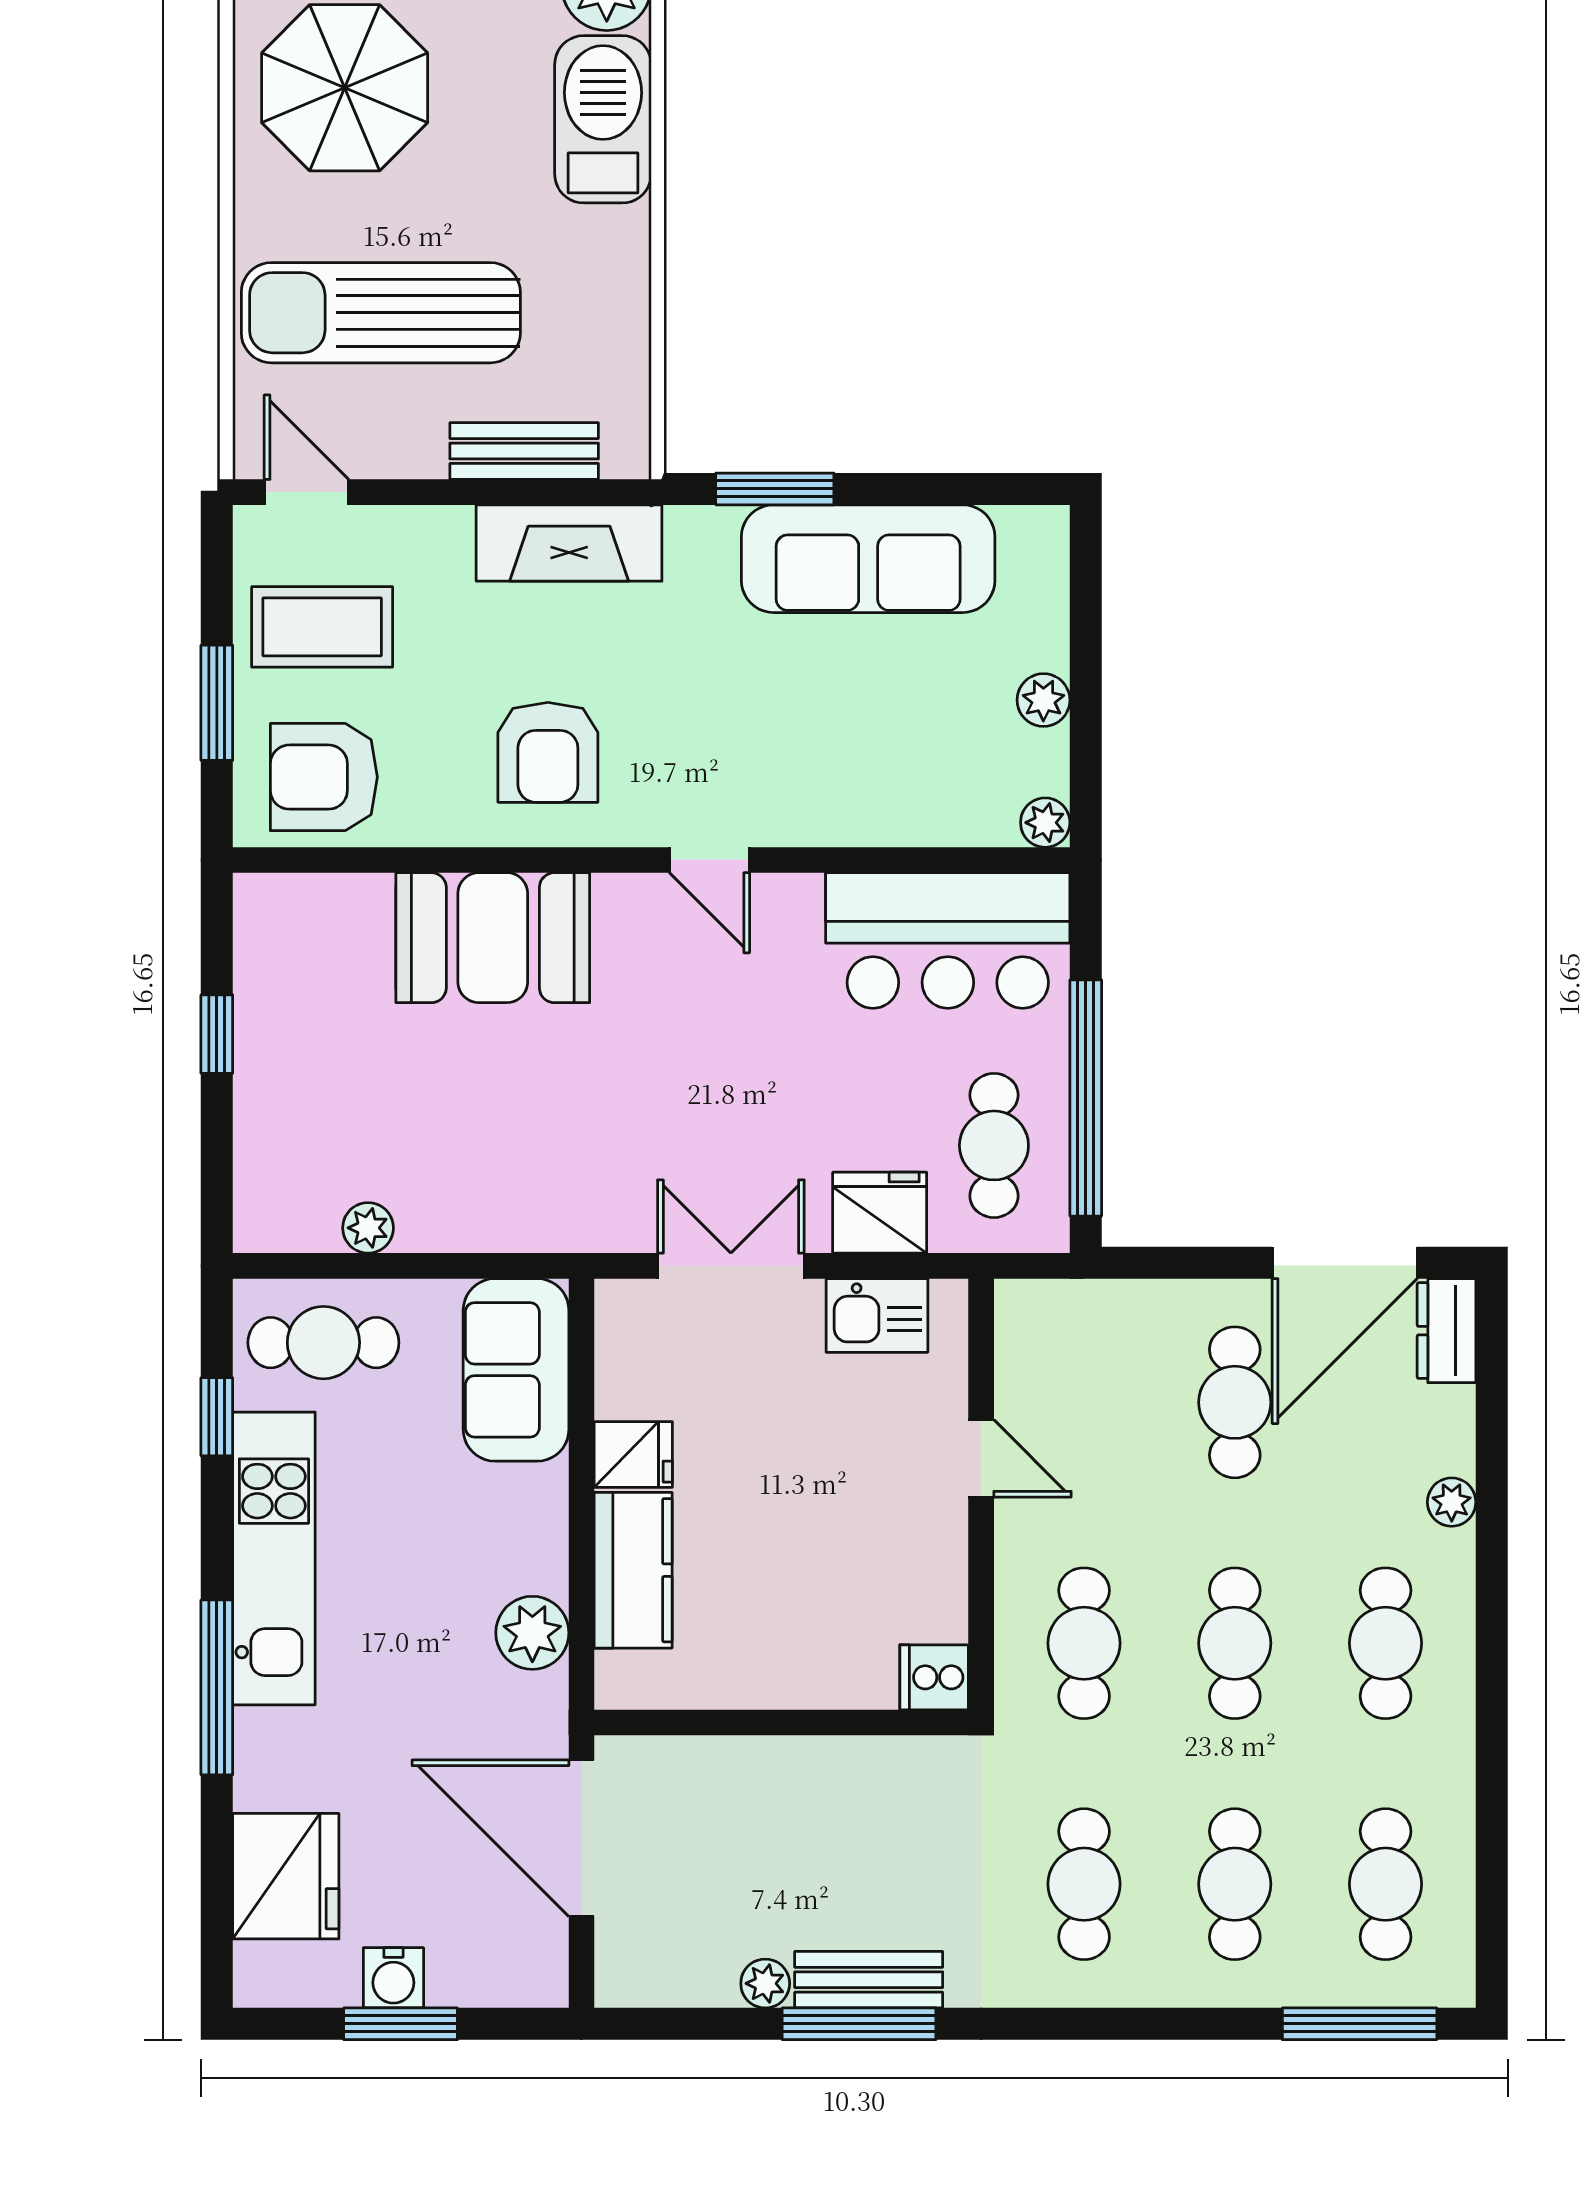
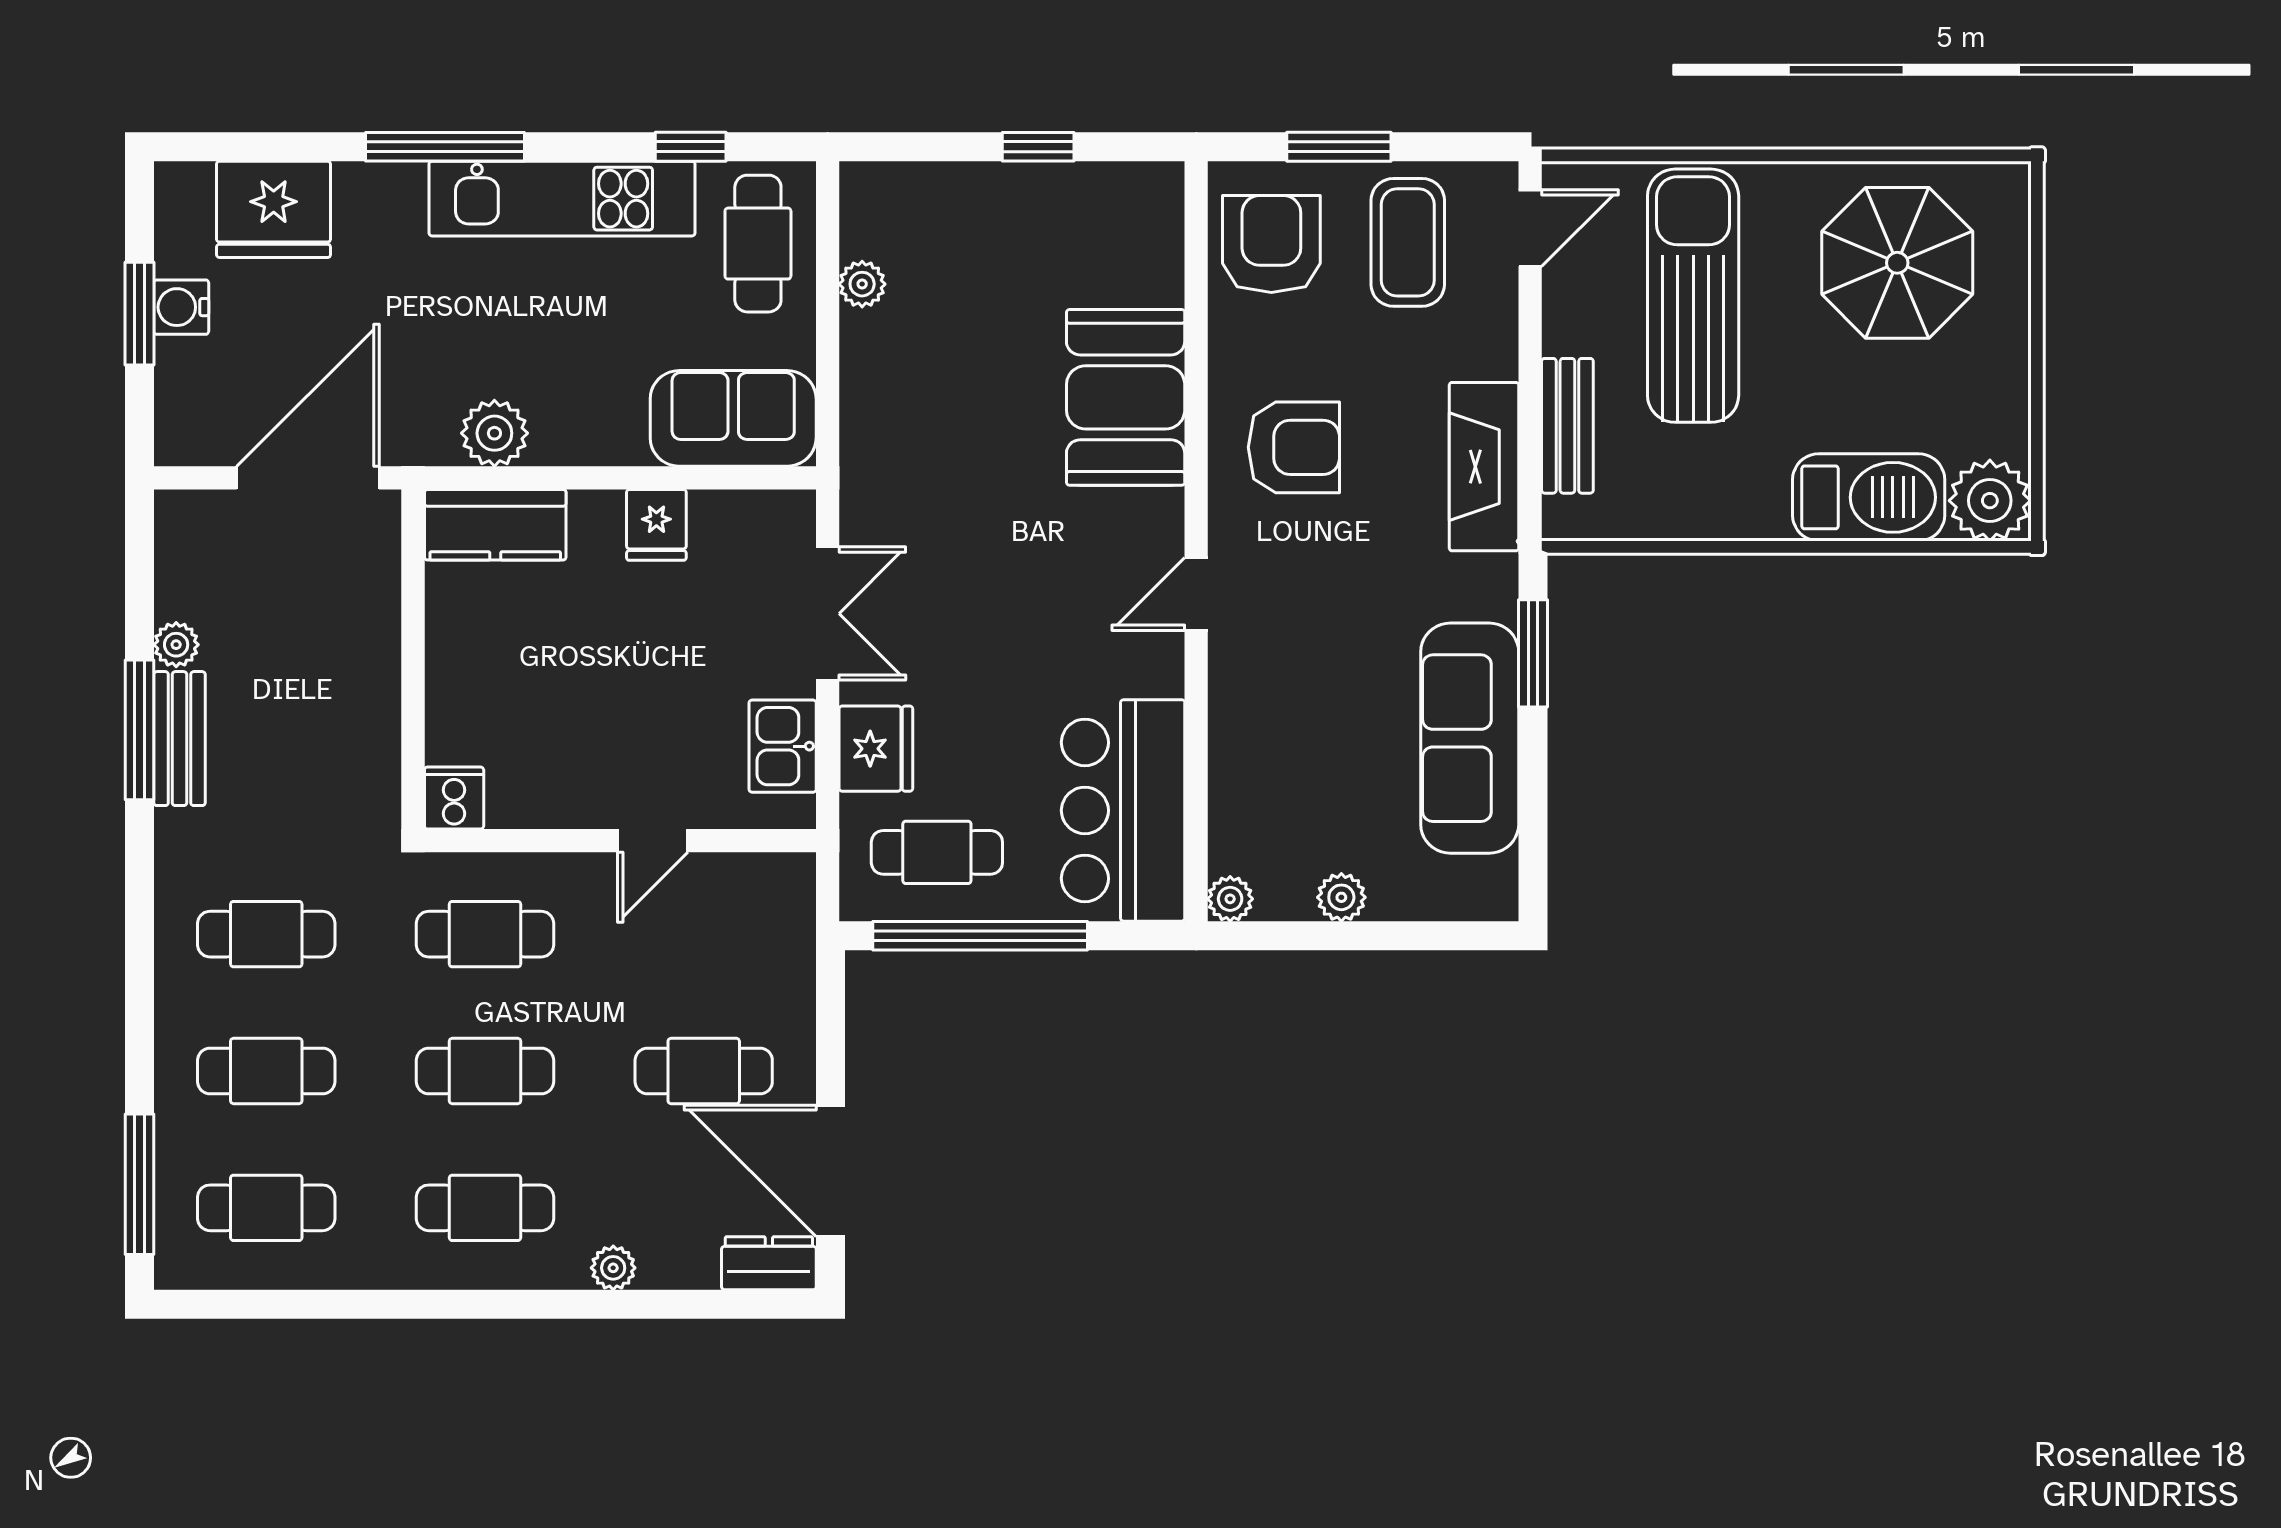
armchair: (548, 752) -> (1294, 447), turned 180
kitchen counter: (633, 1570) -> (495, 525), moved

